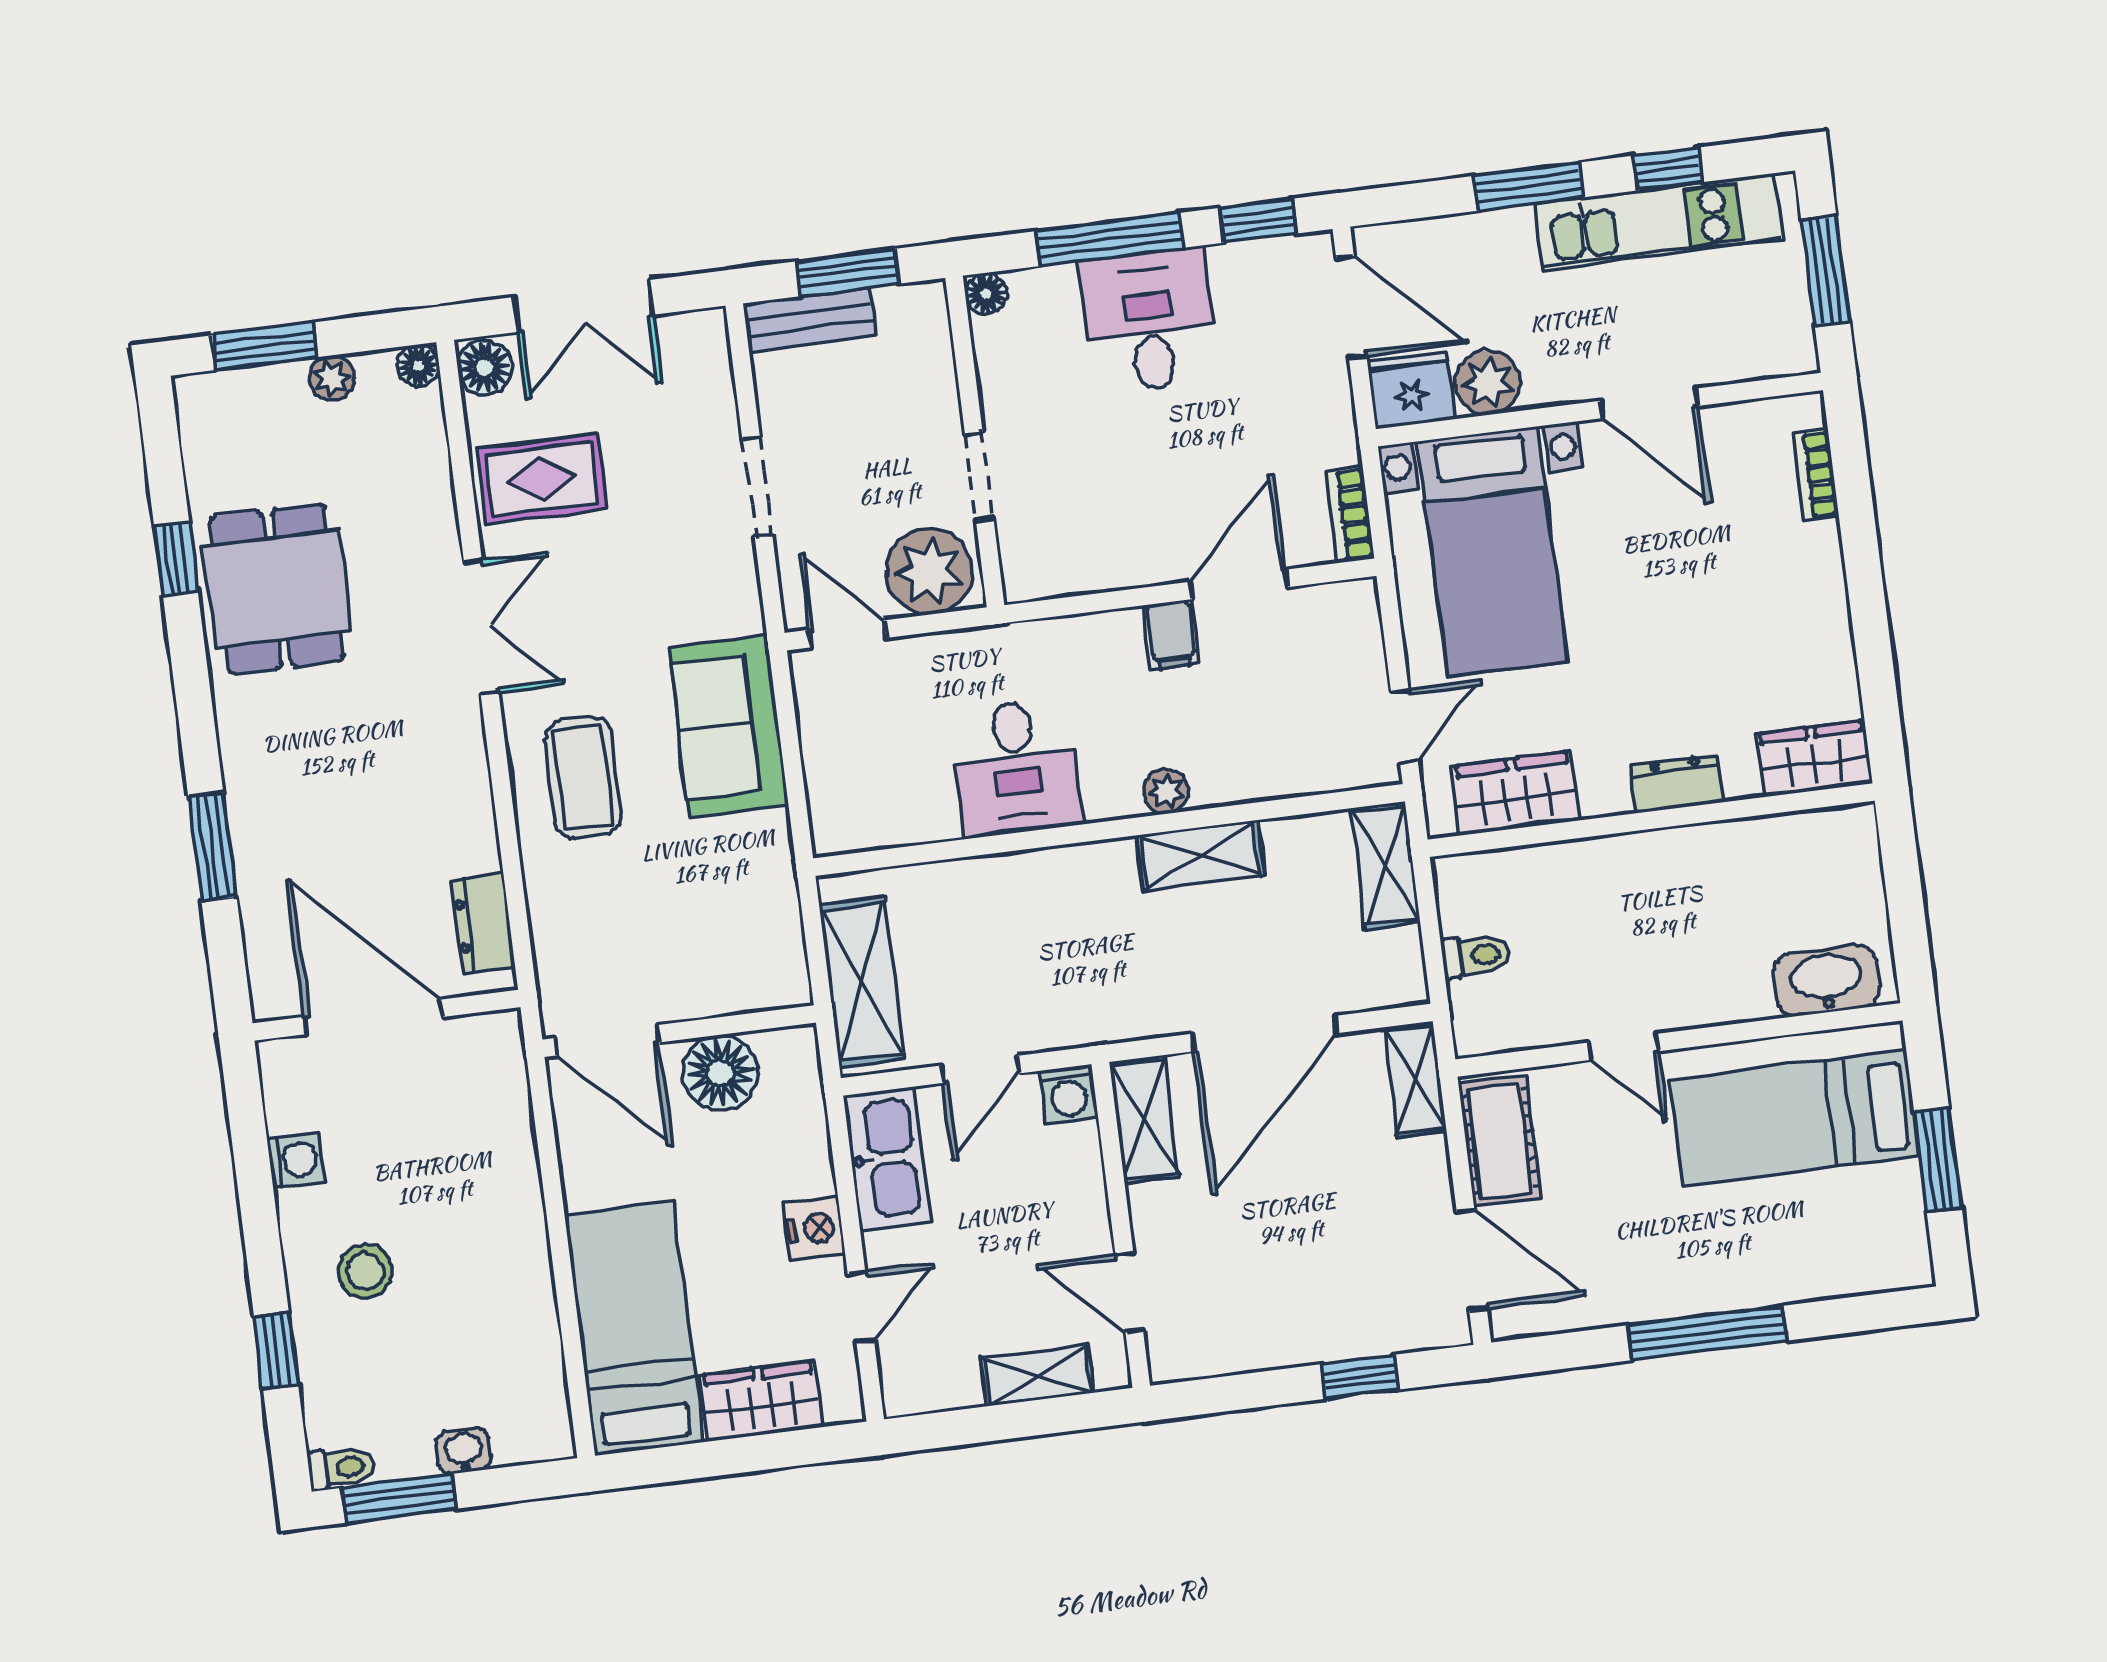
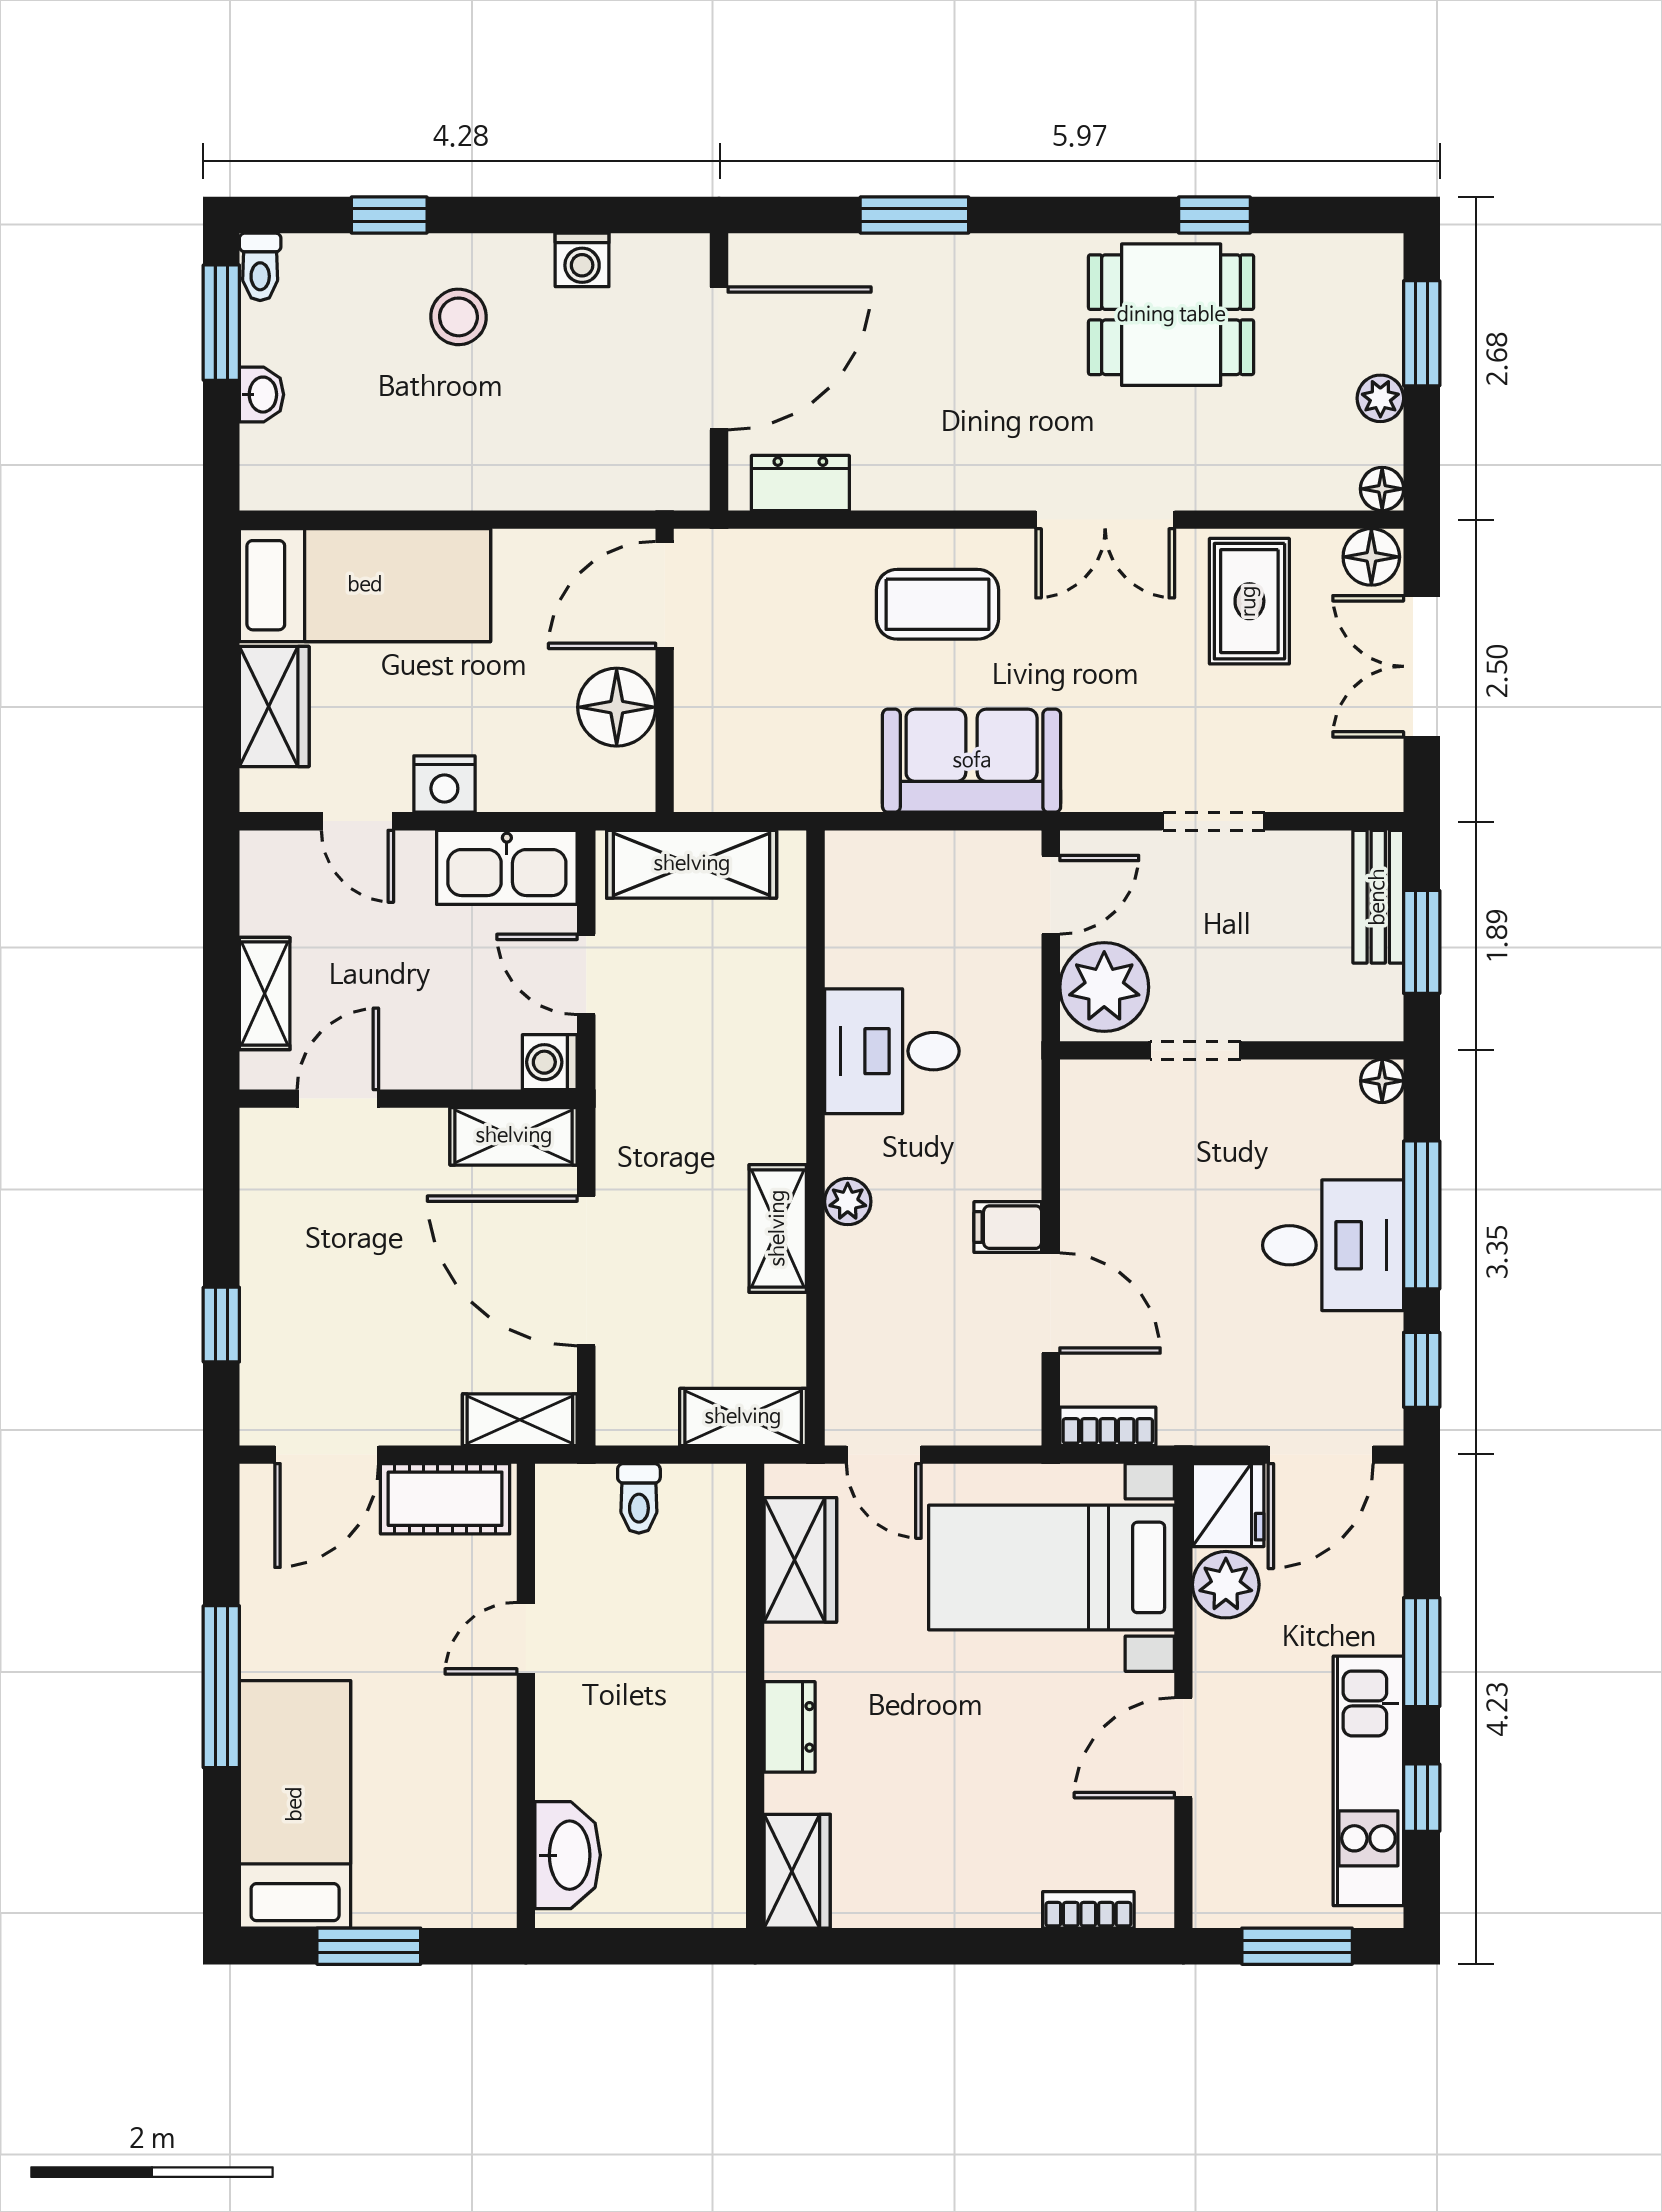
bed: (1795, 1118) -> (295, 1804), moved

